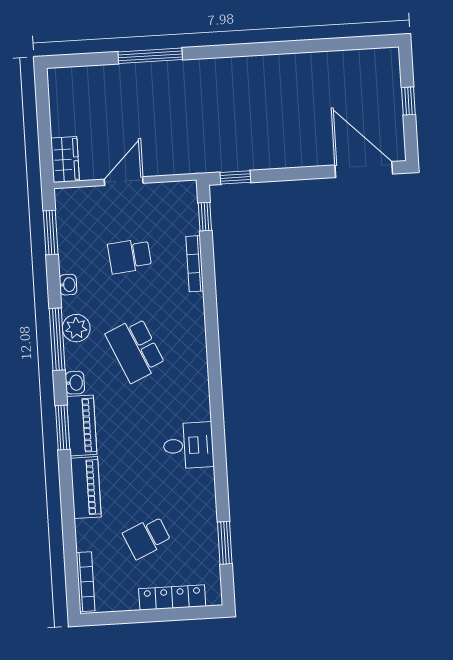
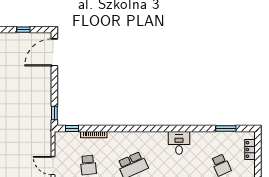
locker: (172, 597) -> (250, 149), width x0.66

